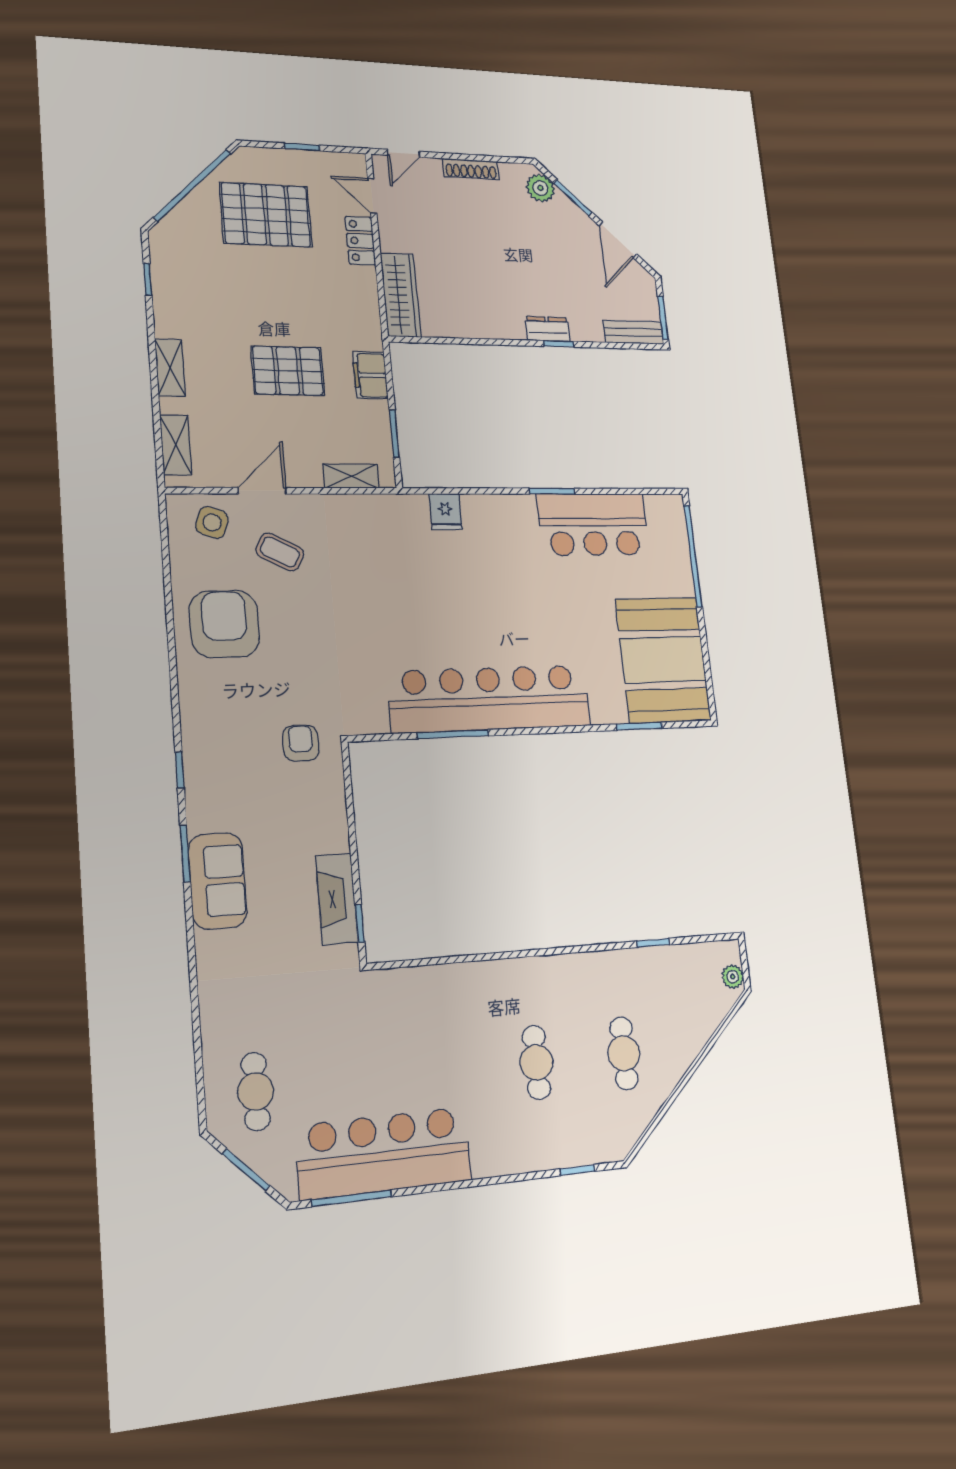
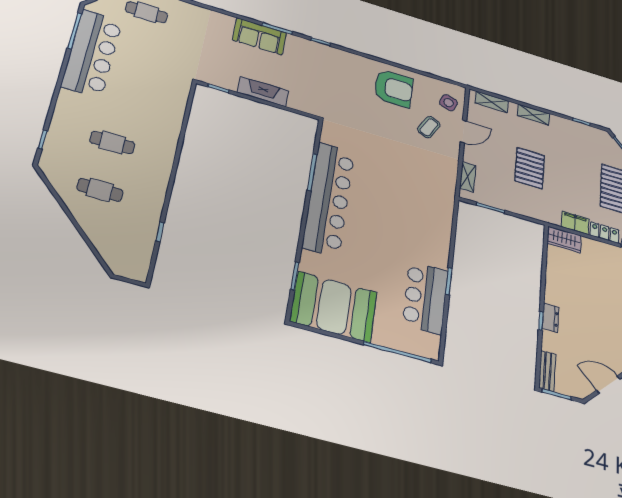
wardrobe: (401, 295) -> (564, 240), width x0.67
filing cabinet: (370, 375) -> (575, 223), moved
door: (262, 491) -> (463, 131), hinge flipped
fridge: (445, 512) -> (442, 217), removed
armchair: (301, 743) -> (323, 98), removed
fireplace: (337, 899) -> (263, 92), moved
plant: (733, 977) -> (124, 270), removed

